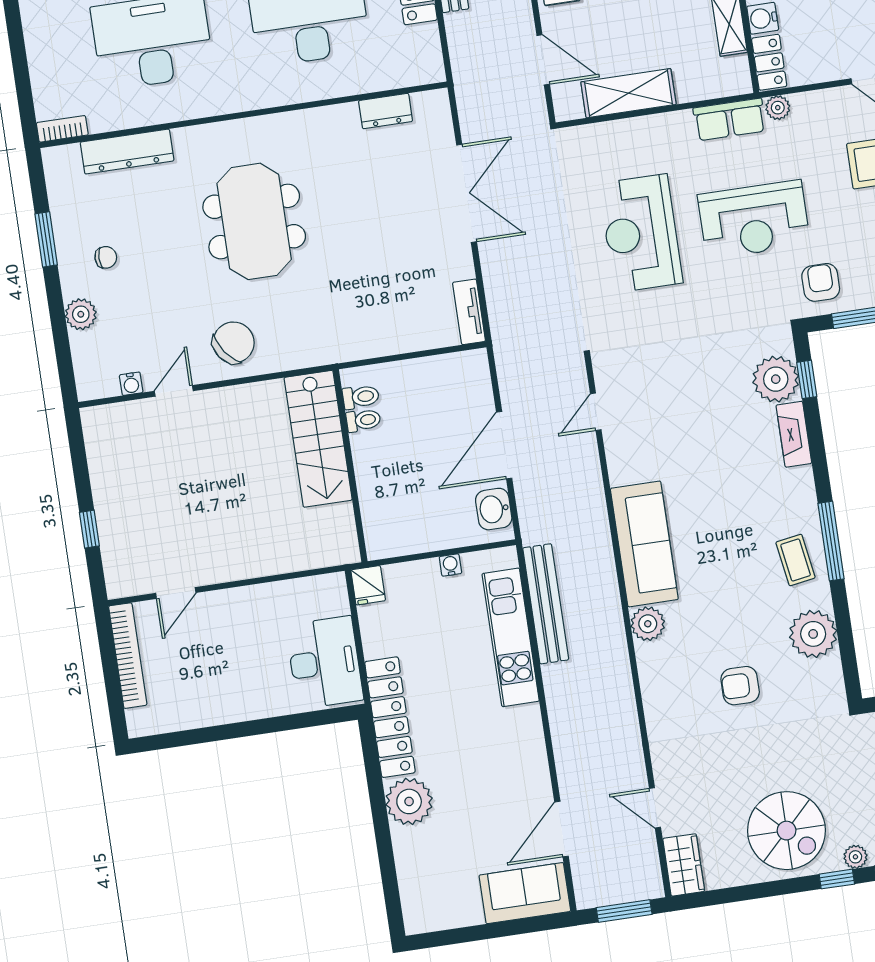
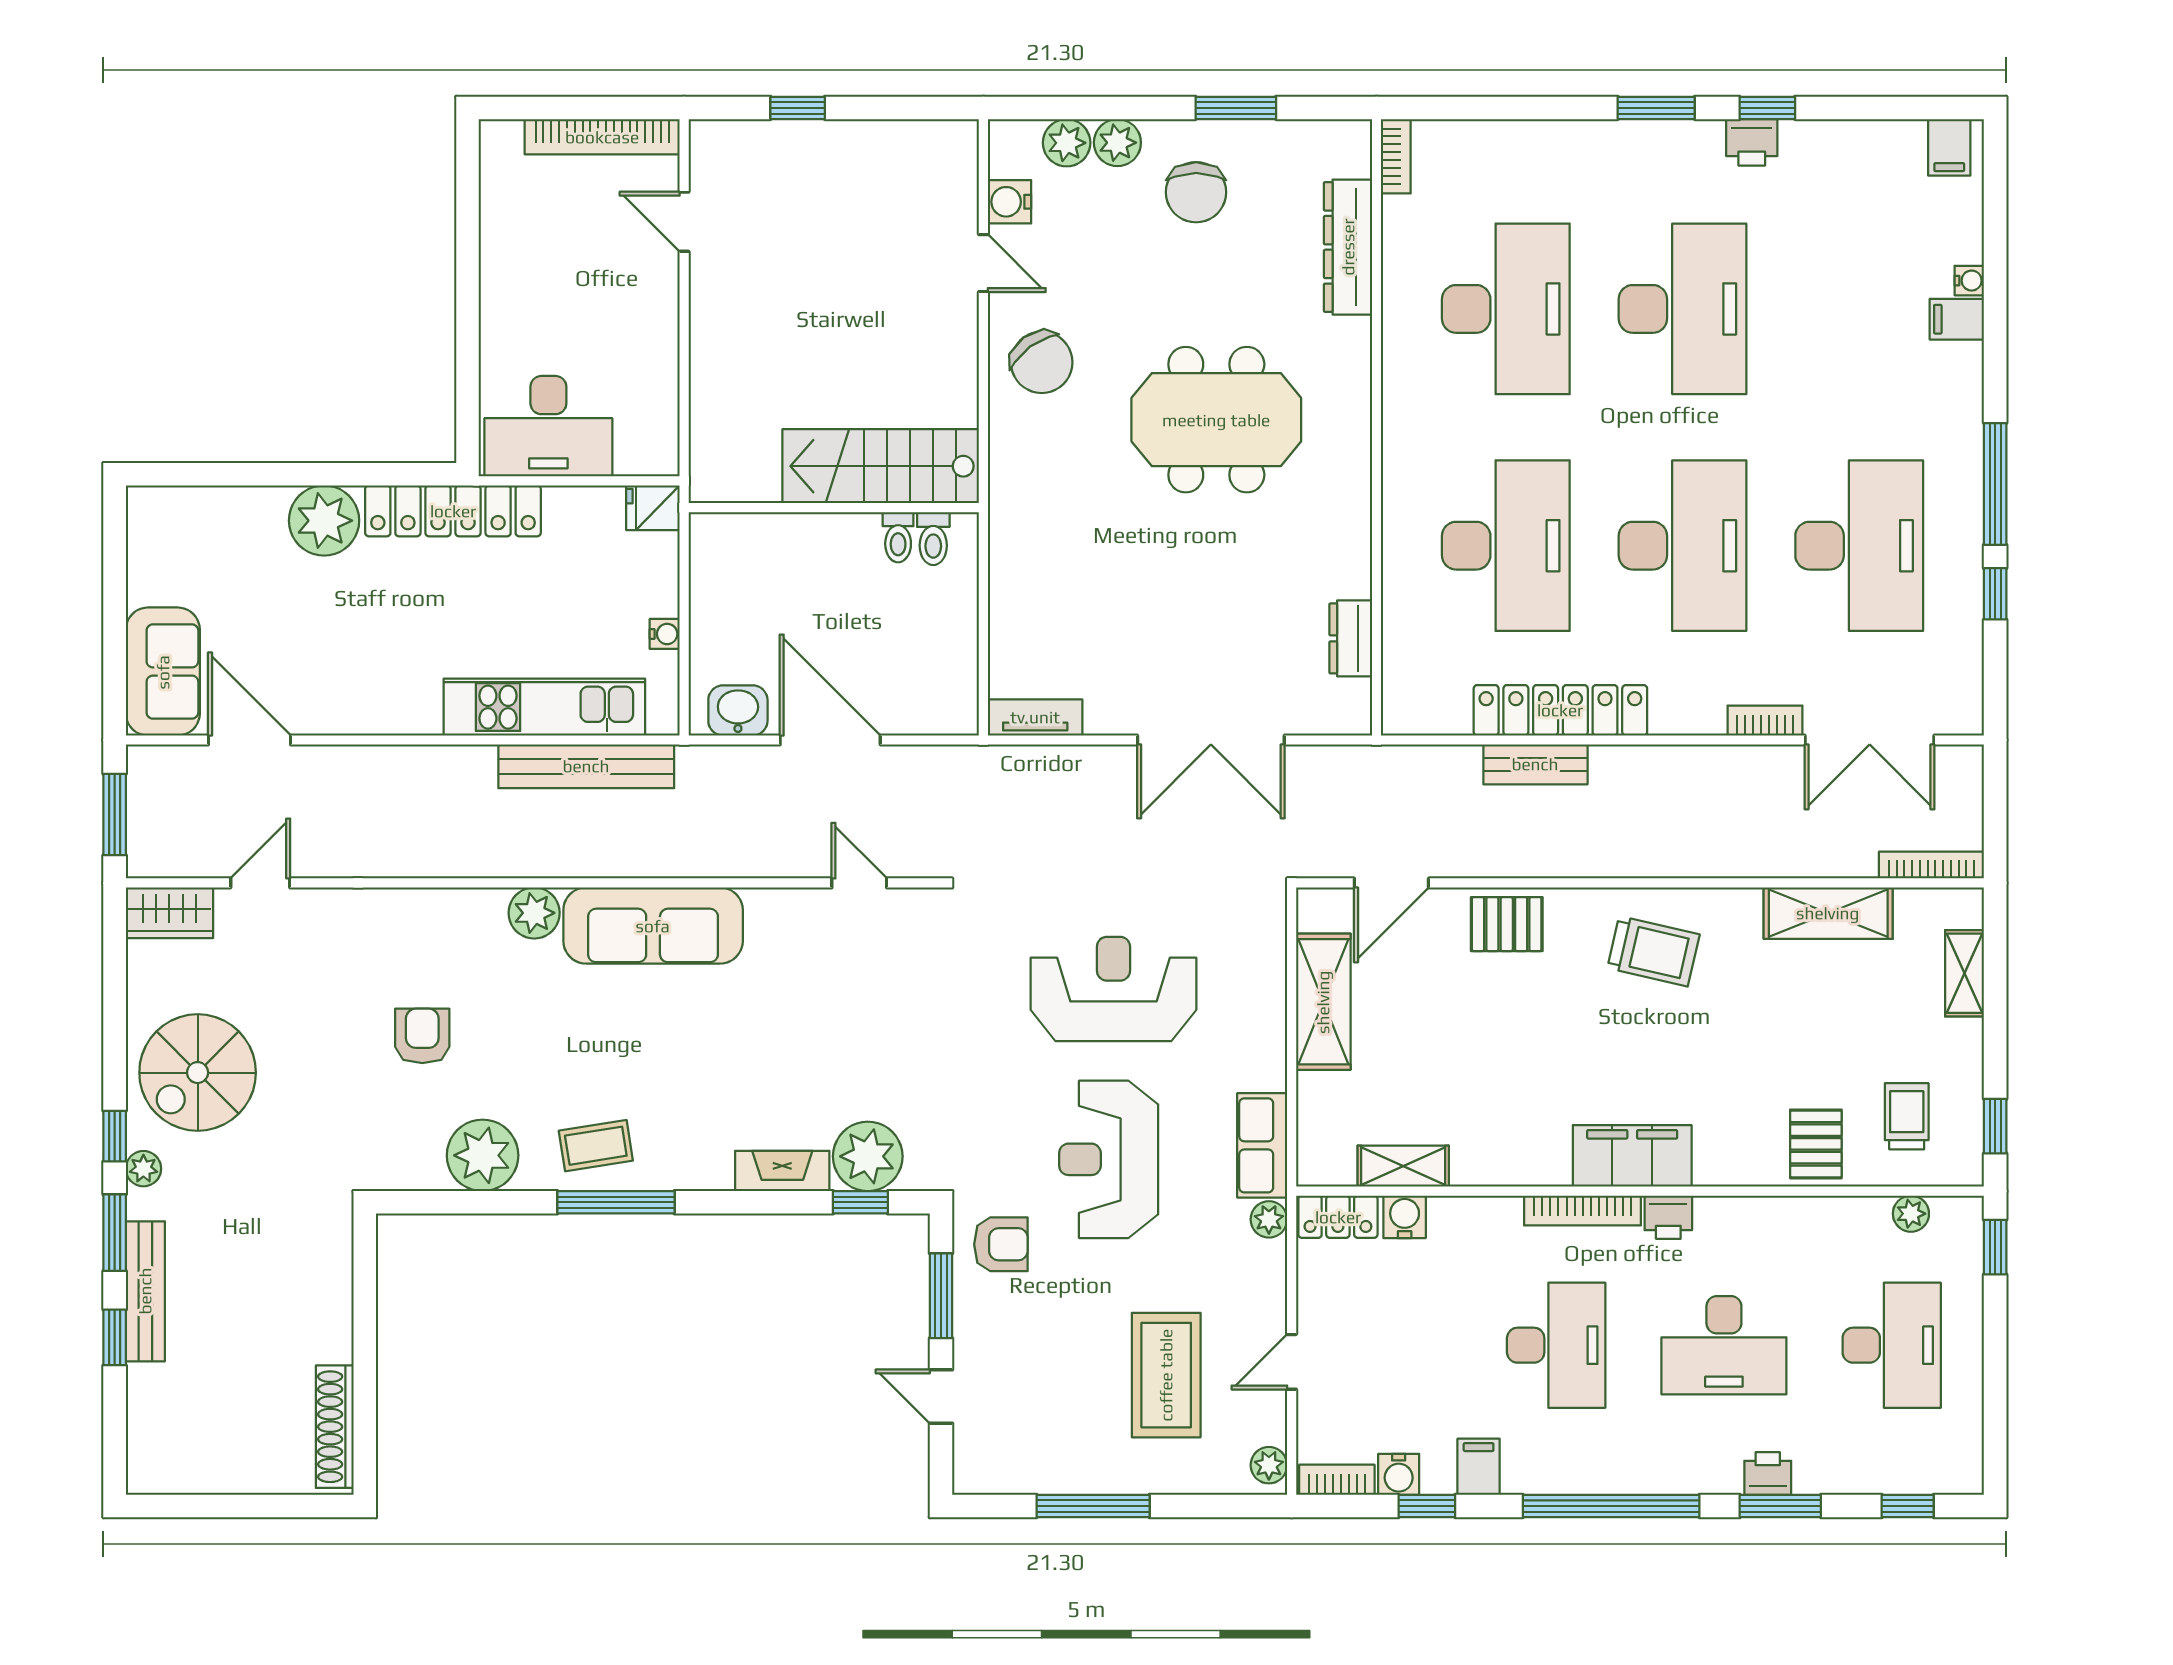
chair: (106, 257) -> (1196, 192), width x1.87, depth x1.87
plant: (86, 348) -> (1067, 143), added
water cooler: (131, 384) -> (1010, 202), width x1.38, depth x1.38

